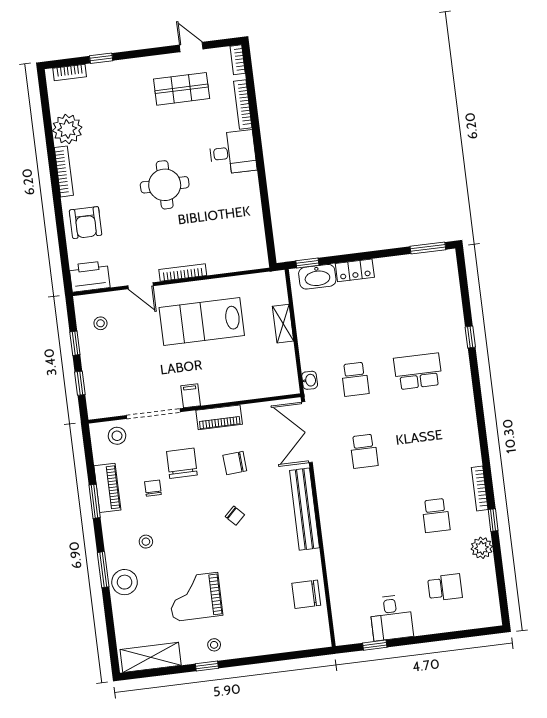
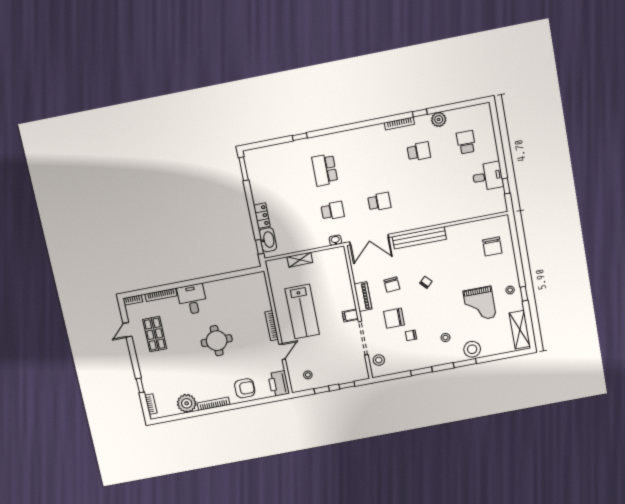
piano: (107, 488) -> (412, 364), removed
chair: (306, 594) -> (492, 246), moved

